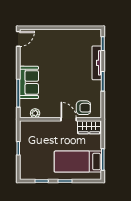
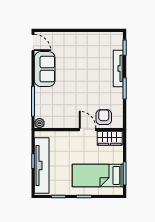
door: (18, 39) -> (33, 43), hinge flipped
sofa: (29, 82) -> (45, 69), moved
armchair: (83, 108) -> (104, 117), turned -90
plant: (35, 113) -> (39, 123), moved
tv unit: (26, 152) -> (42, 165), added

